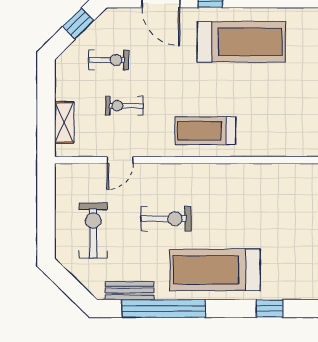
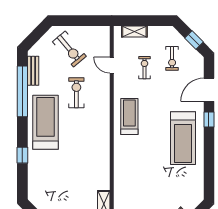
exercise bike: (166, 219) -> (76, 93), turned 180
exercise bike: (93, 230) -> (69, 49), turned 50

